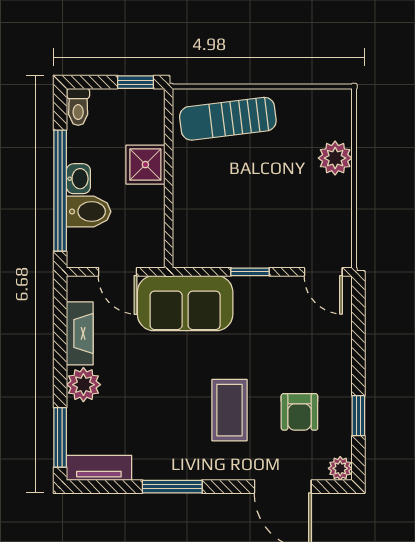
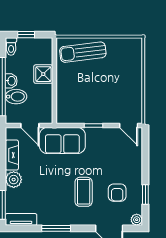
window: (135, 82) -> (26, 35), moved
plant: (335, 158) -> (134, 71), removed

